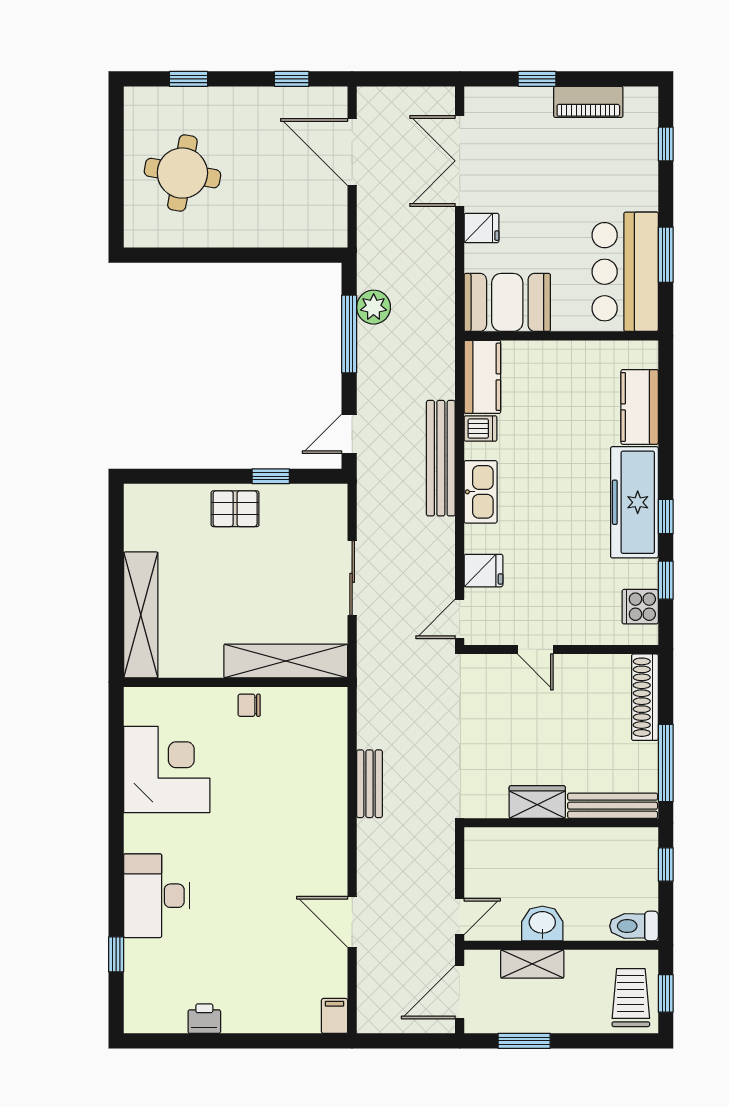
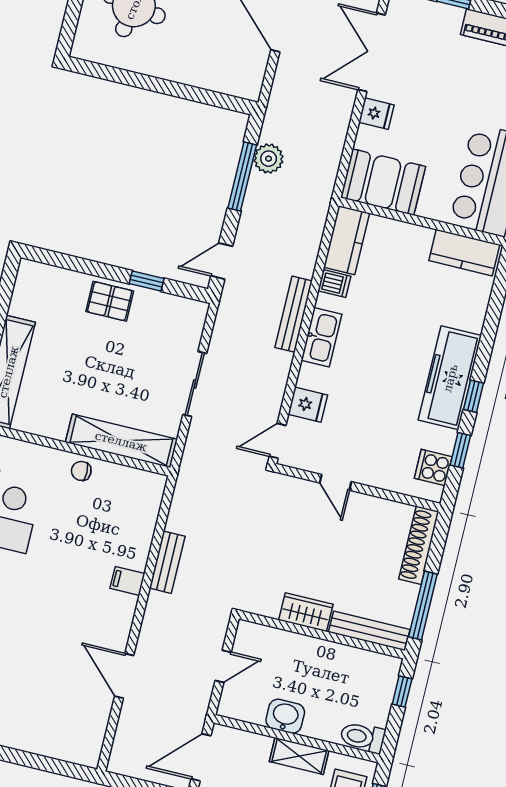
kitchen counter: (640, 407) -> (464, 253), moved, turned -90
bench: (441, 458) -> (294, 314), width x0.73, depth x0.82
door: (460, 917) -> (223, 666), moved
shelving: (532, 964) -> (299, 756), moved
filing cabinet: (335, 1016) -> (127, 581), moved, turned -90

